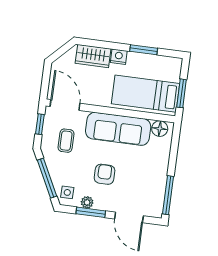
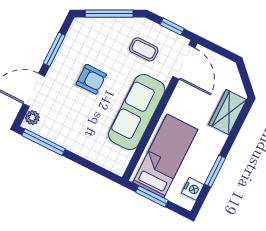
nightstand: (119, 57) -> (193, 189), moved
door: (65, 105) -> (184, 62), hinge flipped
floor lamp: (160, 129) -> (121, 158), removed
side table: (67, 192) -> (85, 31), removed
plant: (87, 202) -> (32, 118), moved

